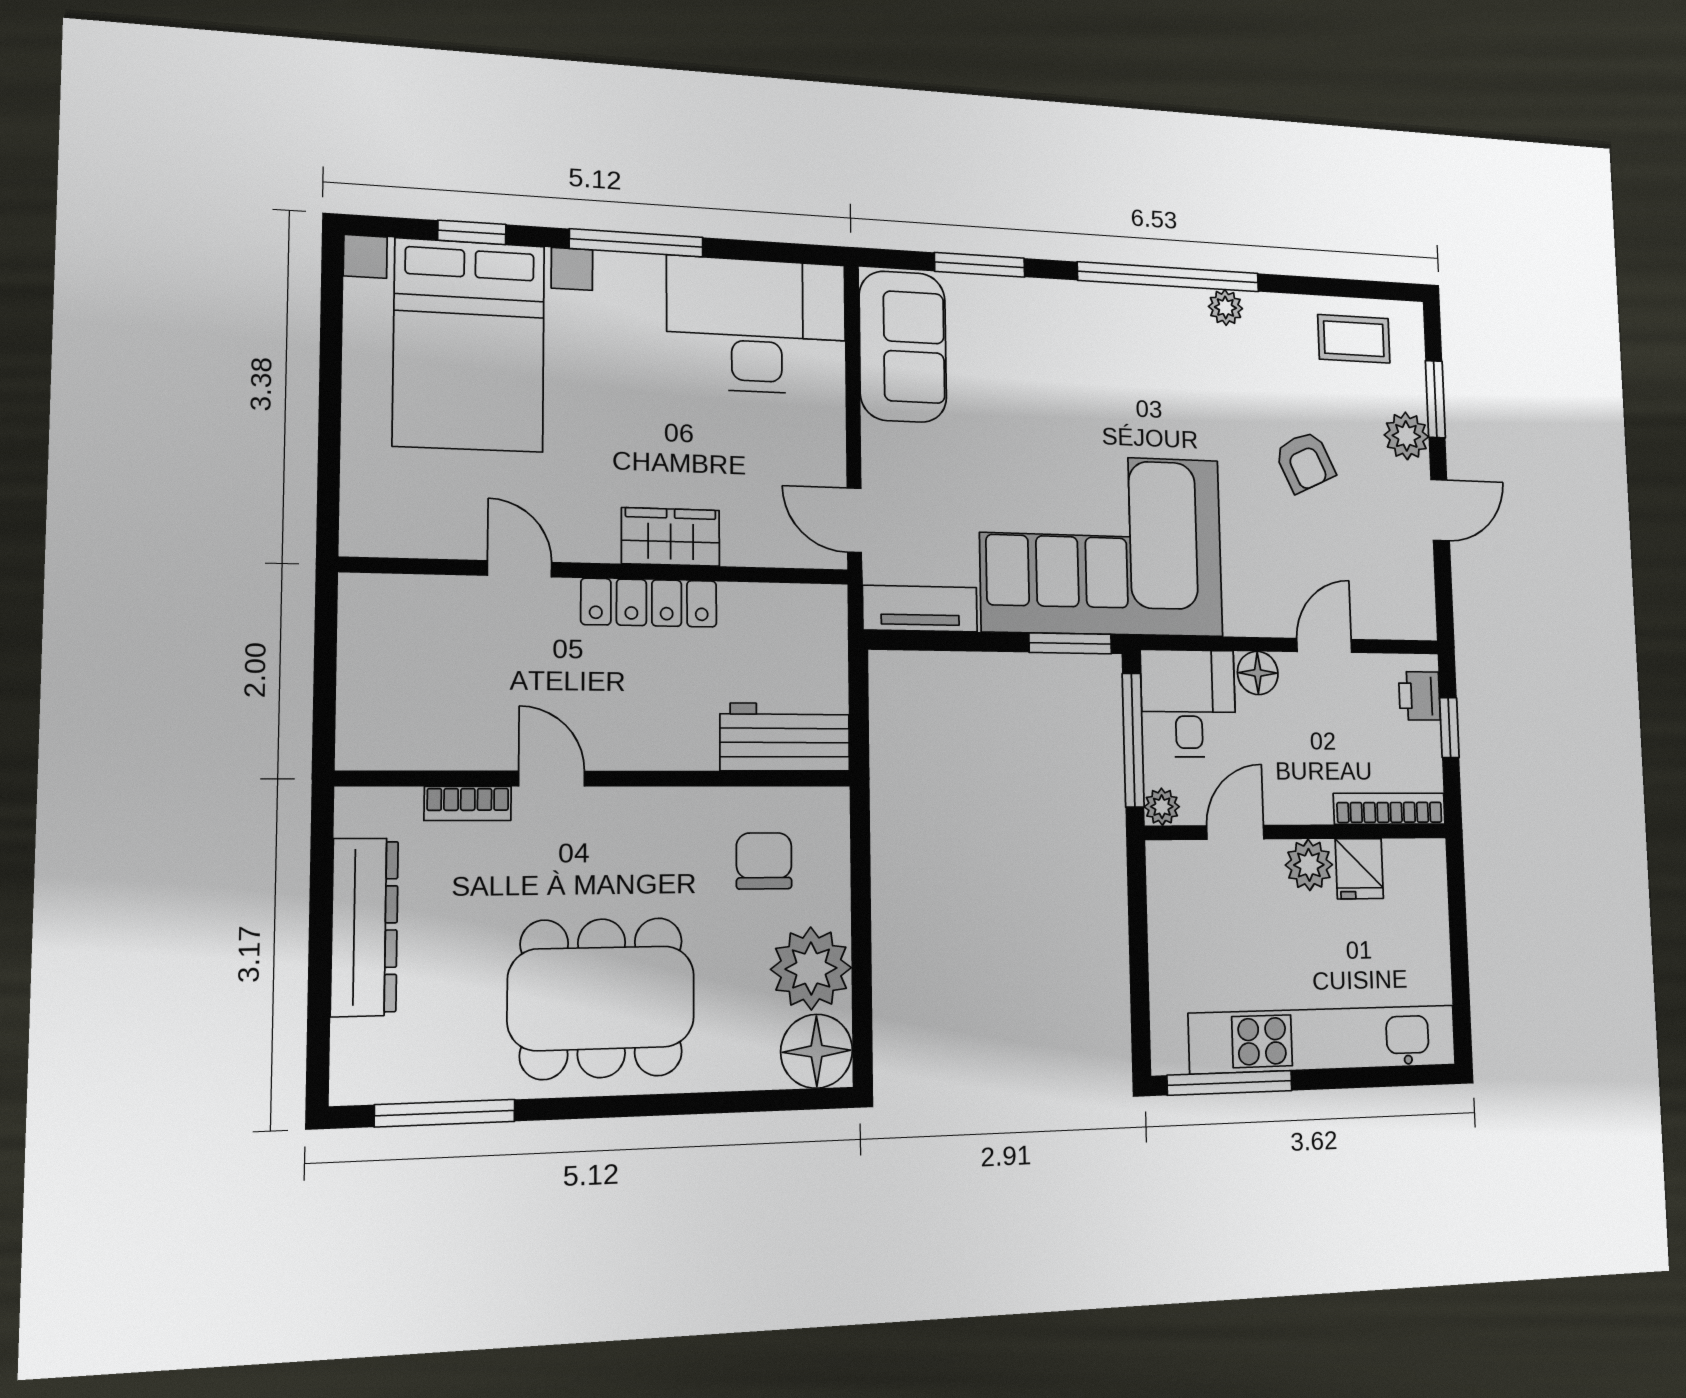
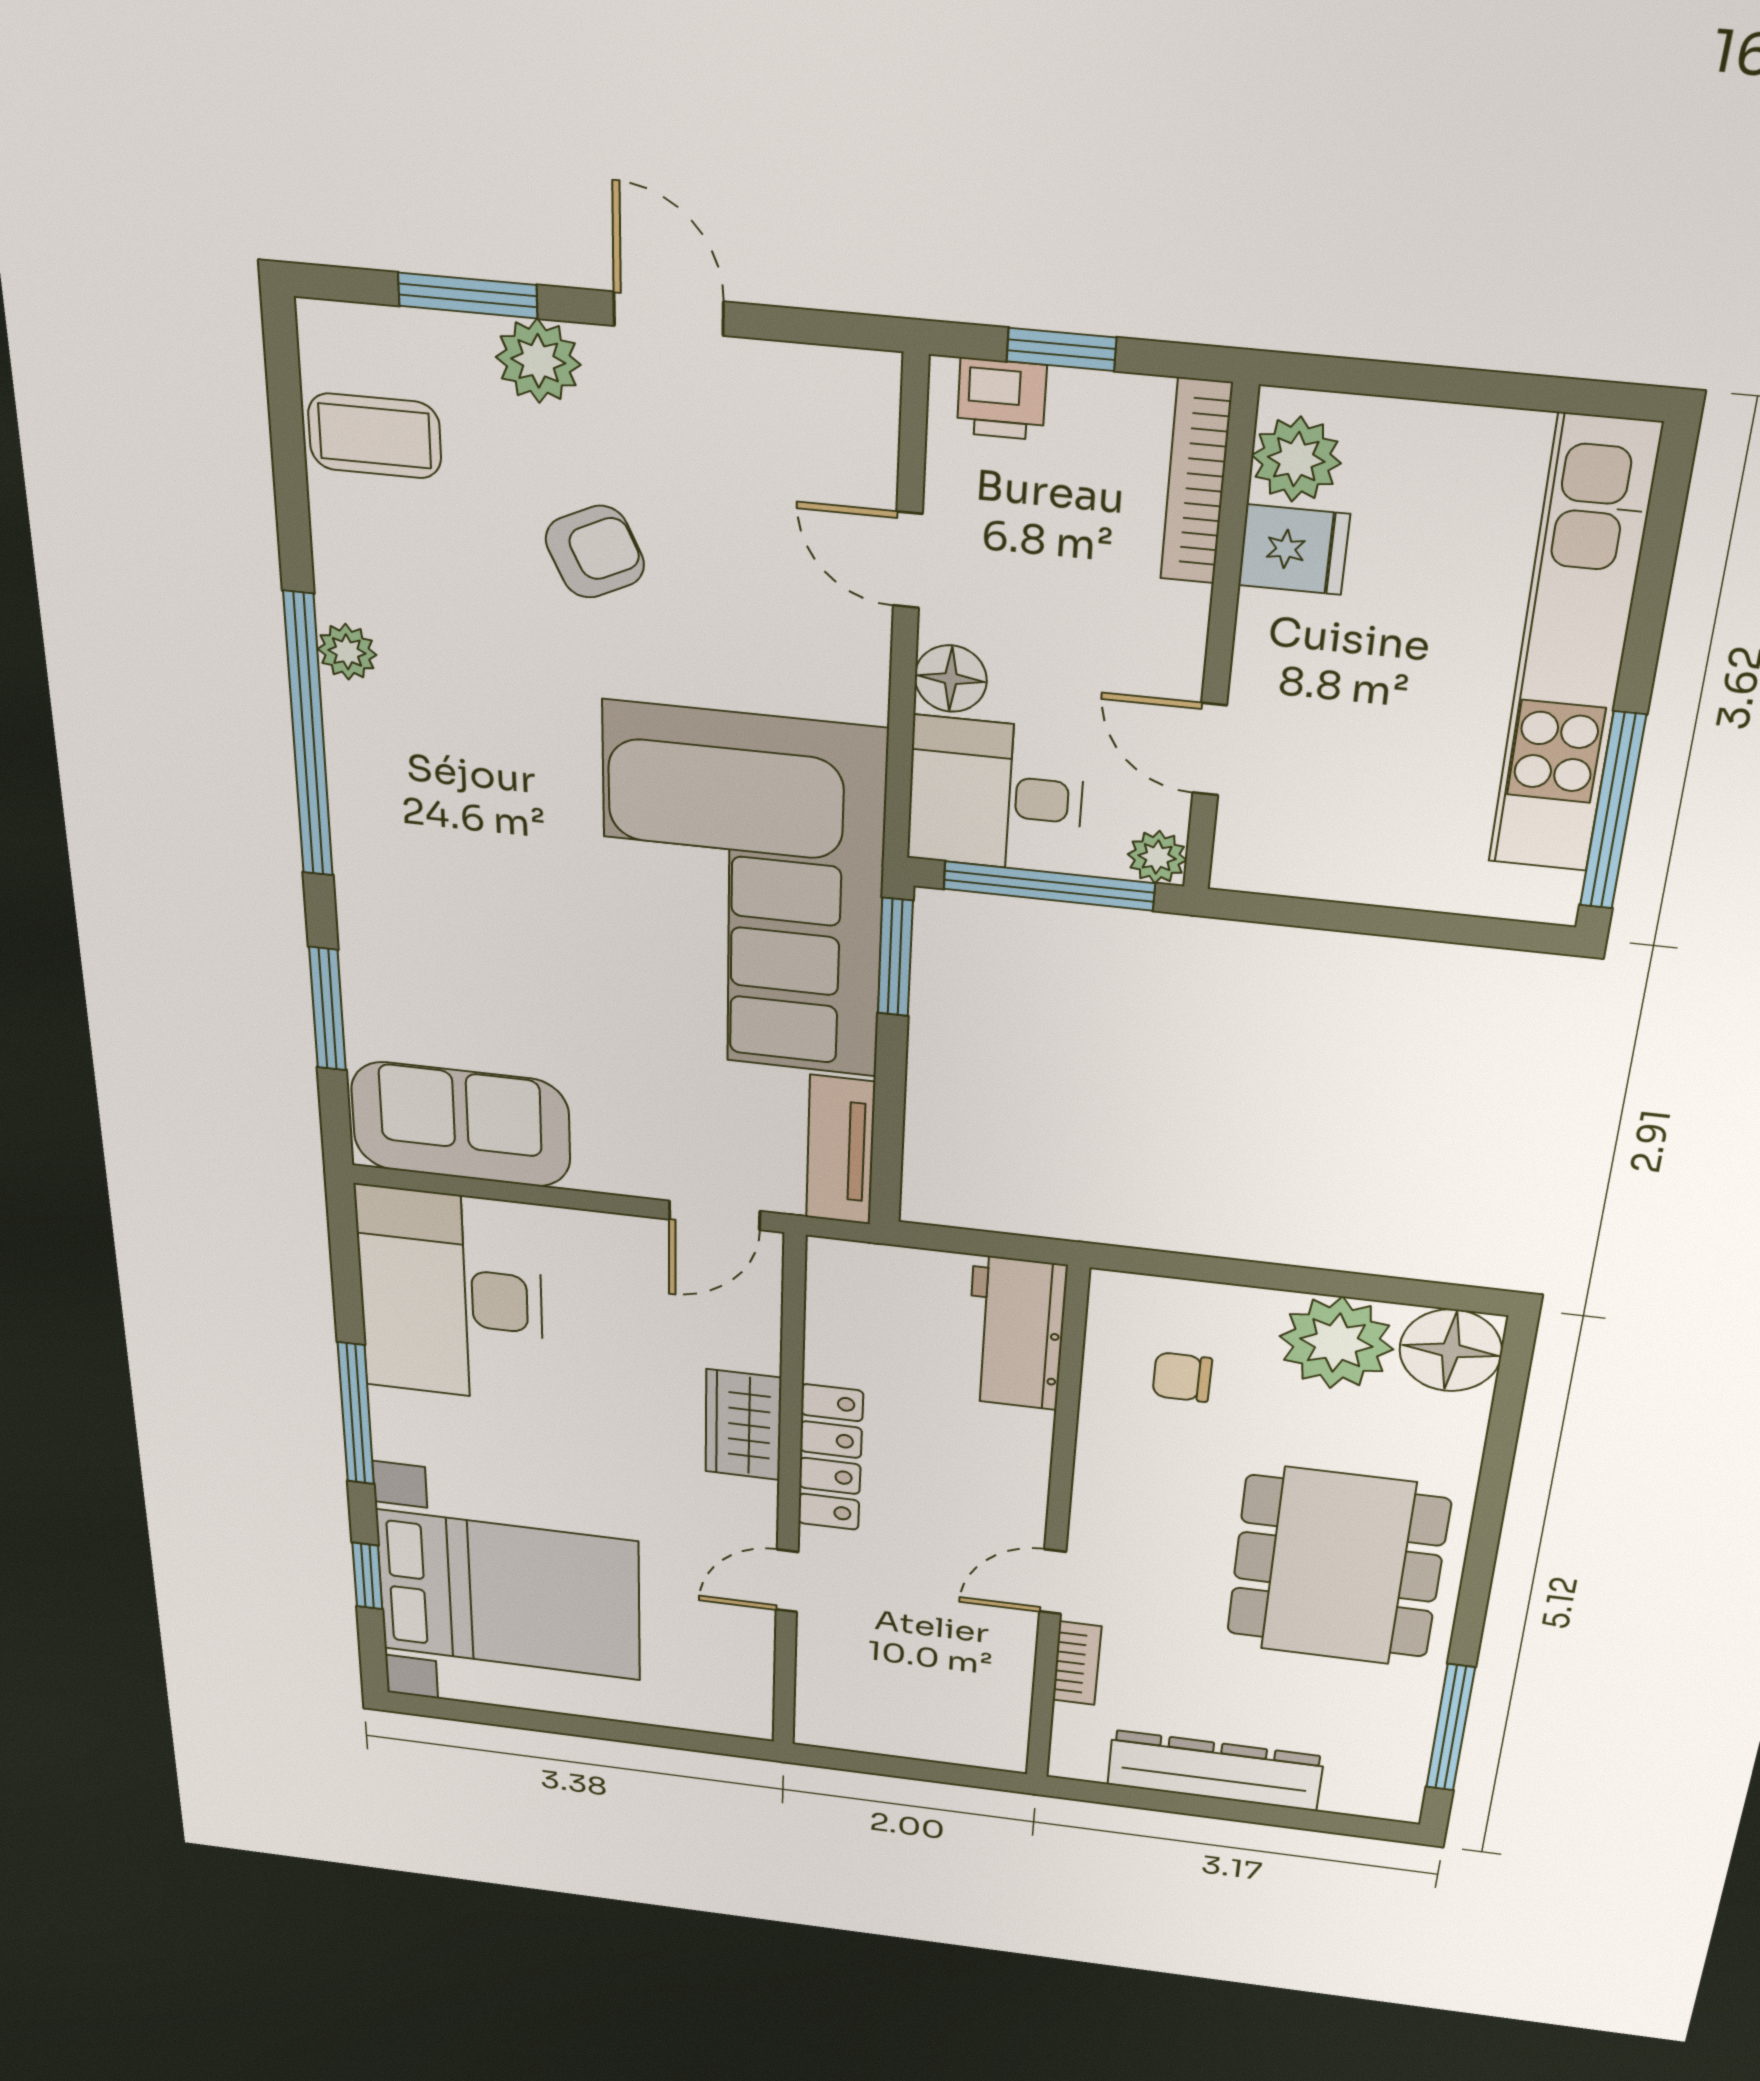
coffee table: (1354, 339) -> (375, 436), turned 90
chair: (764, 861) -> (1182, 1377), width x0.73, depth x0.73
plant: (1309, 865) -> (1296, 459), moved

